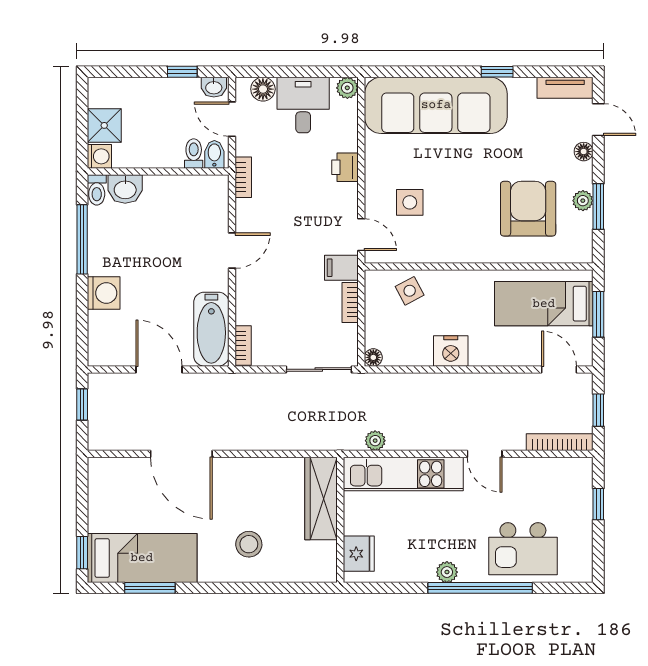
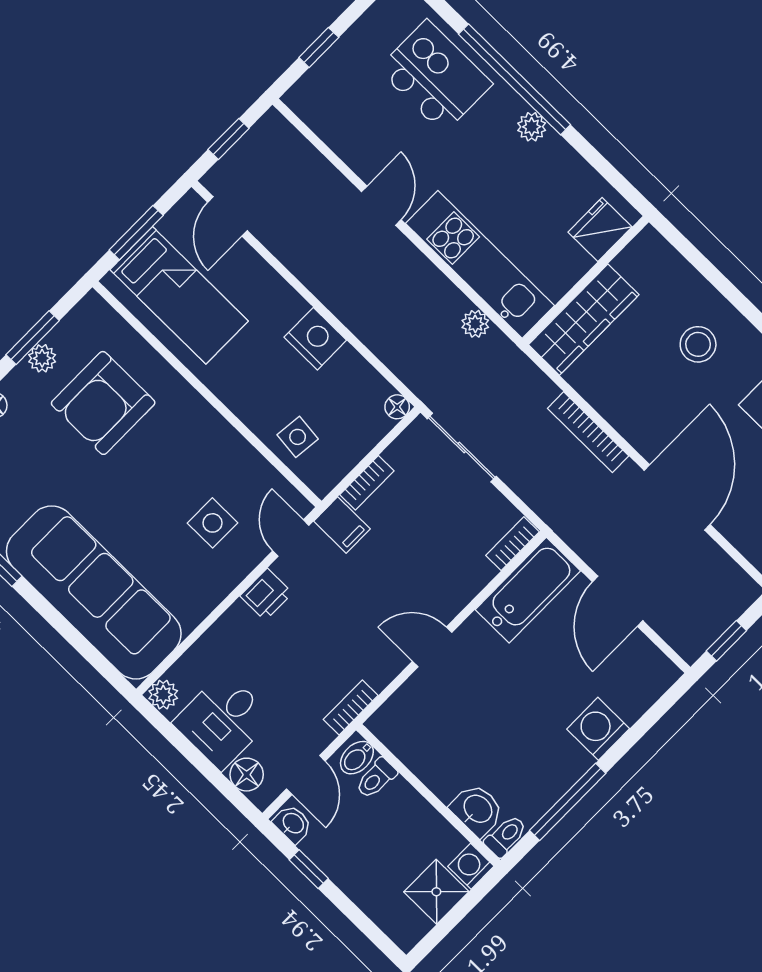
printer: (345, 167) -> (266, 595), moved
side table: (410, 291) -> (298, 437), turned 34
bookcase: (560, 442) -> (588, 432), moved

